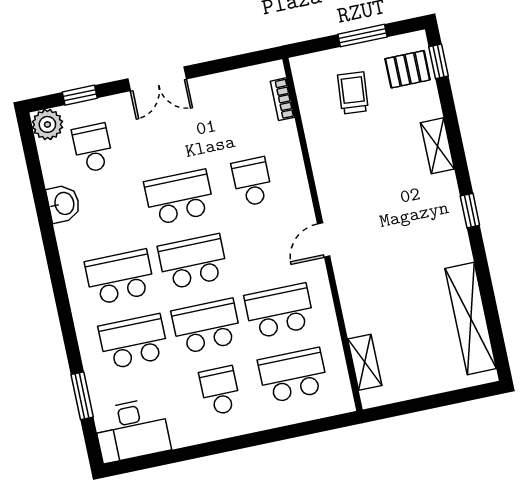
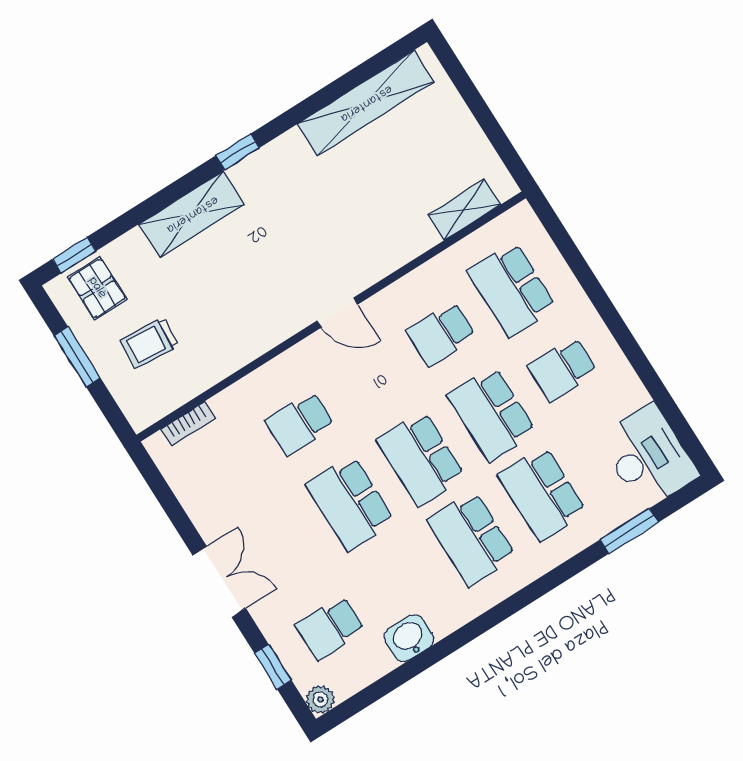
plant: (47, 124) -> (320, 699), width x0.73, depth x0.73
shelving: (437, 146) -> (192, 214), width x1.50, depth x1.33
school desk: (279, 311) -> (441, 334), width x0.54

